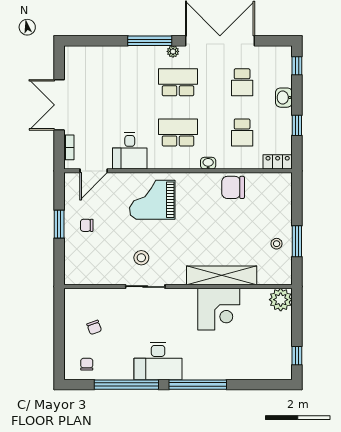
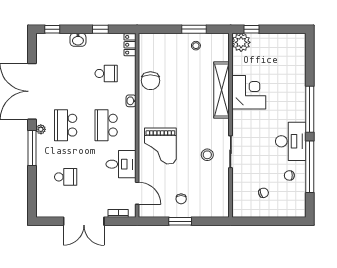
school desk: (242, 82) -> (66, 177), moved
window: (297, 356) -> (252, 29), moved
chair: (87, 364) -> (289, 175), moved

